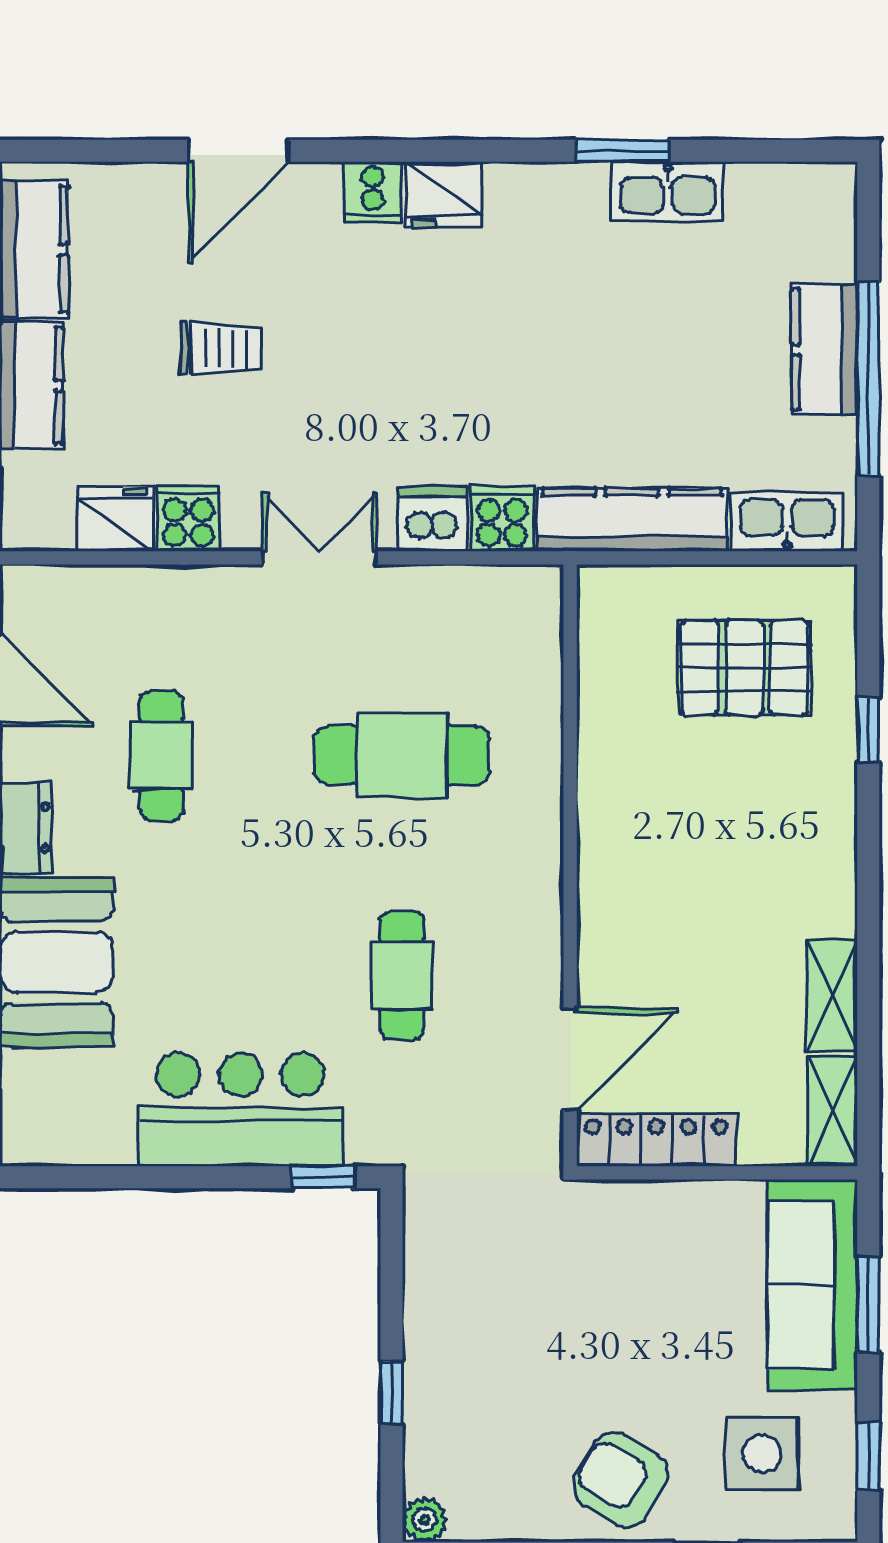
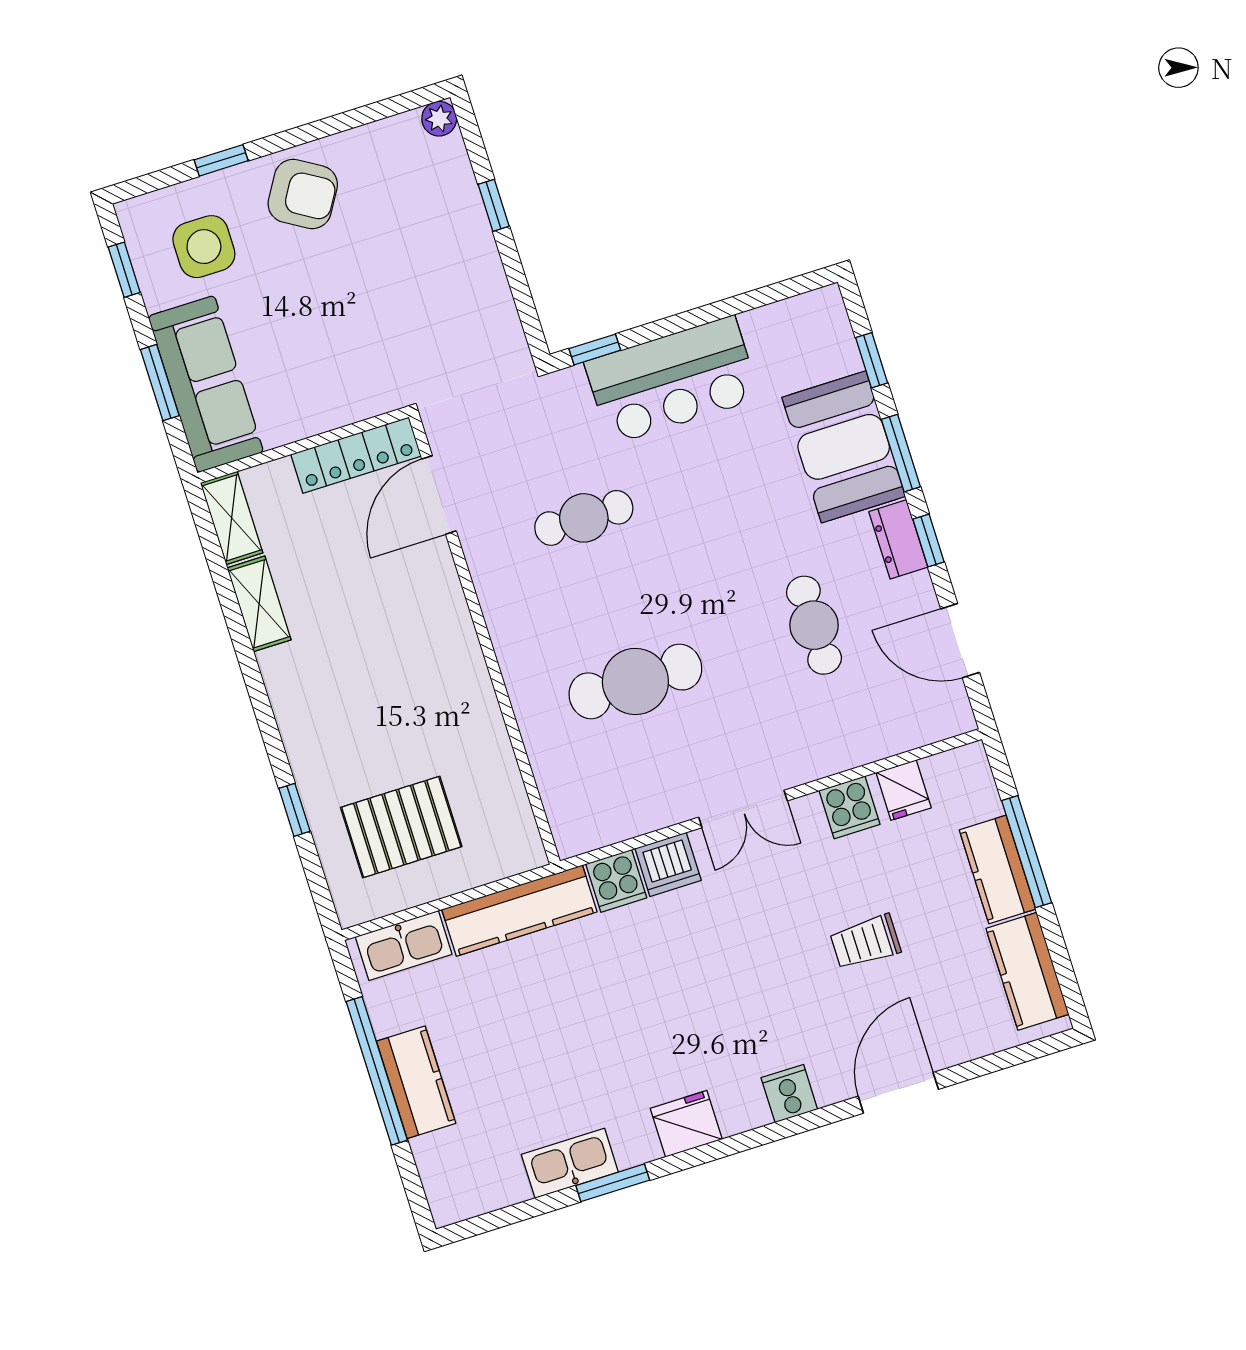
fridge: (444, 195) -> (686, 1124), moved
fridge: (116, 519) -> (904, 790), width x0.72
cafe table: (402, 975) -> (584, 518), turned 90

